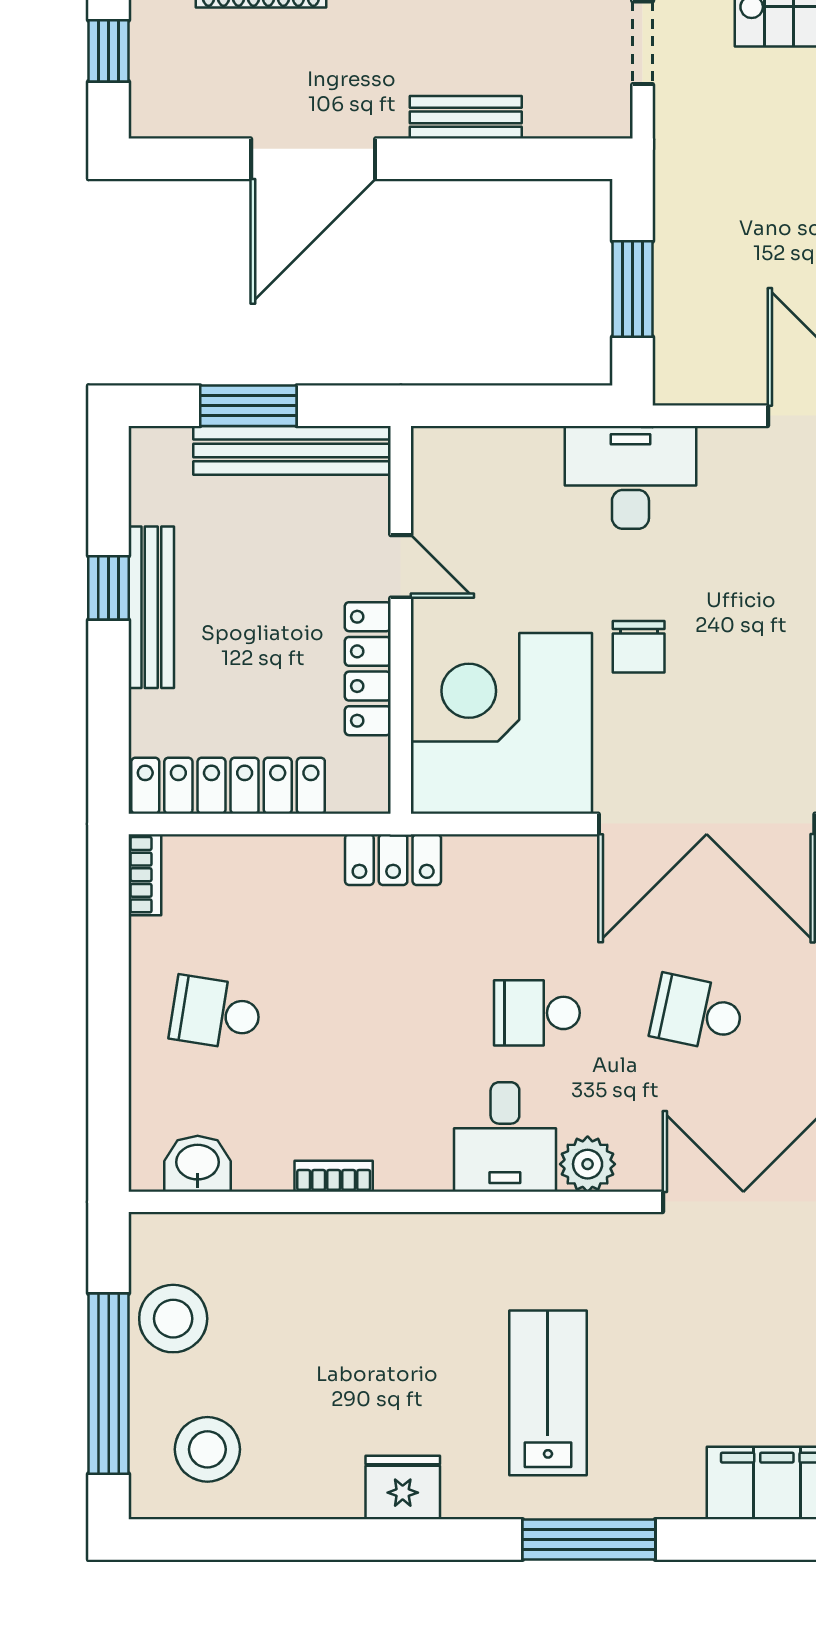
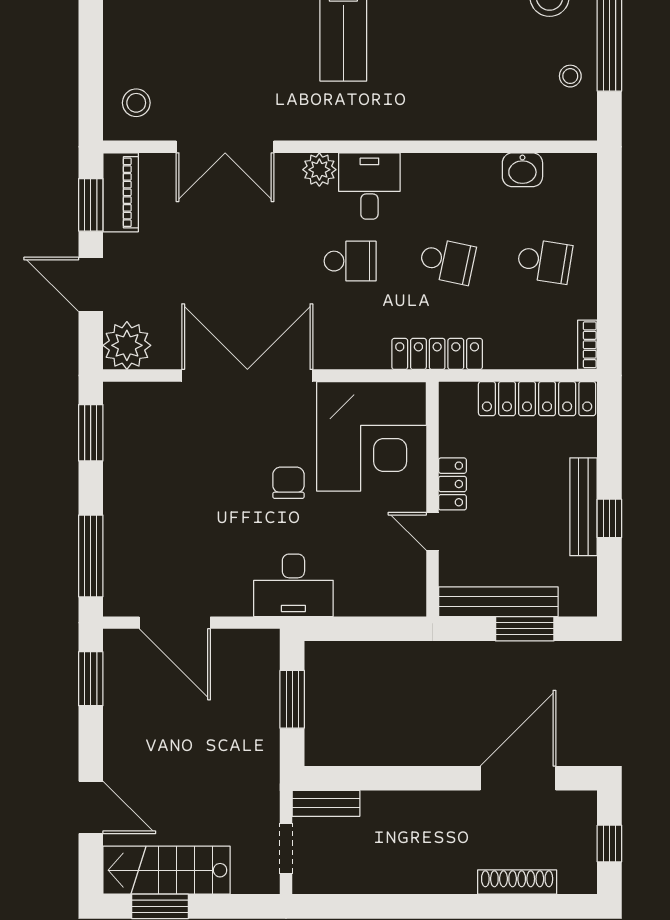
bench: (466, 117) -> (326, 803), moved
door: (313, 159) -> (518, 778), moved
locker: (368, 669) -> (452, 484), width x0.66
locker: (393, 860) -> (437, 354), width x1.53
school desk: (697, 1013) -> (447, 261), moved
washbasin: (198, 1164) -> (522, 170), moved
bookcase: (334, 1176) -> (473, 162), removed
stool: (173, 1319) -> (570, 76), width x0.53, depth x0.53

